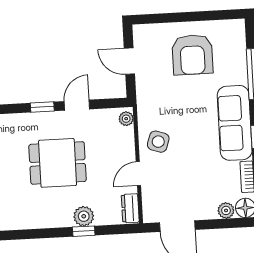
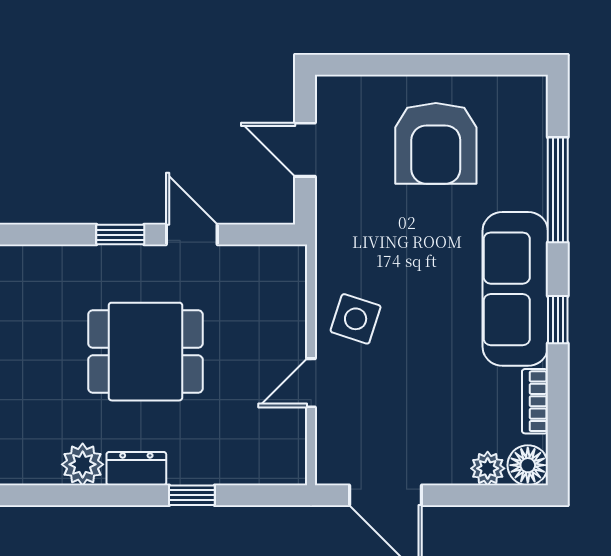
door: (77, 105) -> (192, 235), hinge flipped
plant: (126, 119) -> (292, 268), removed
dresser: (130, 208) -> (136, 469), moved, turned 90
plant: (84, 216) -> (83, 464), moved

